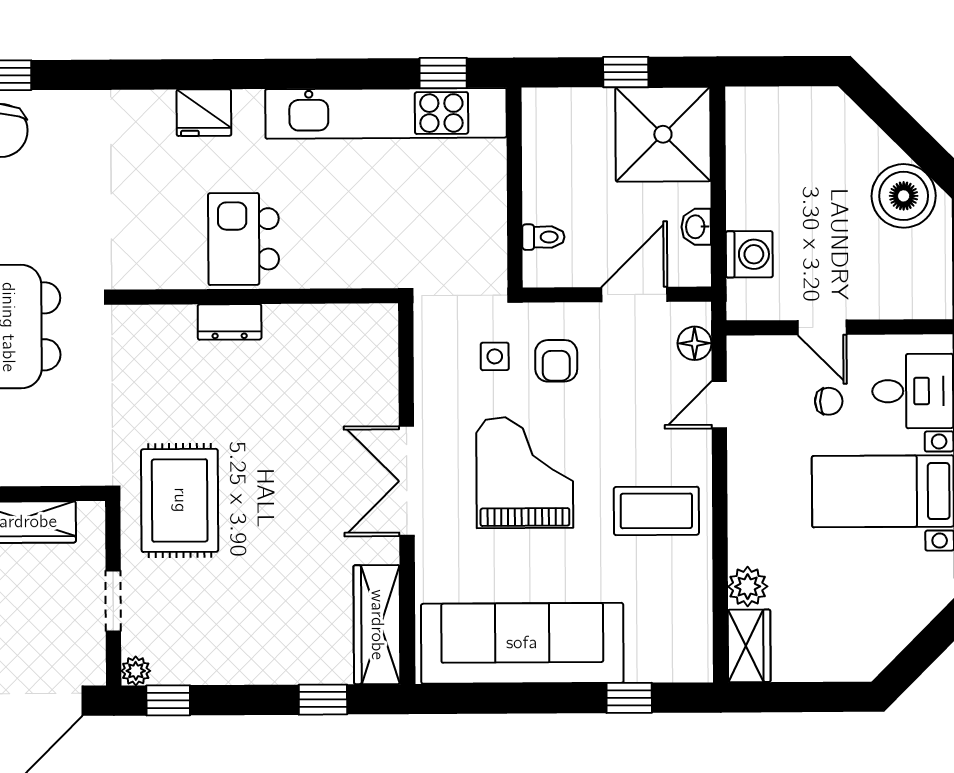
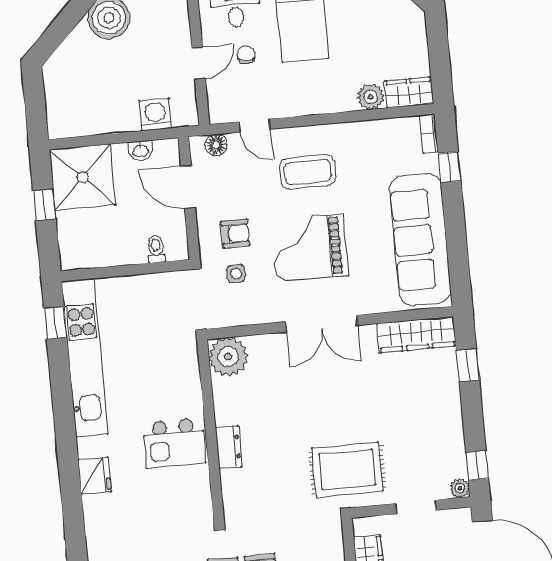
plant: (368, 333) -> (228, 357), added
coffee table: (656, 511) -> (308, 172), moved, turned 90
bookcase: (684, 671) -> (429, 133), added

